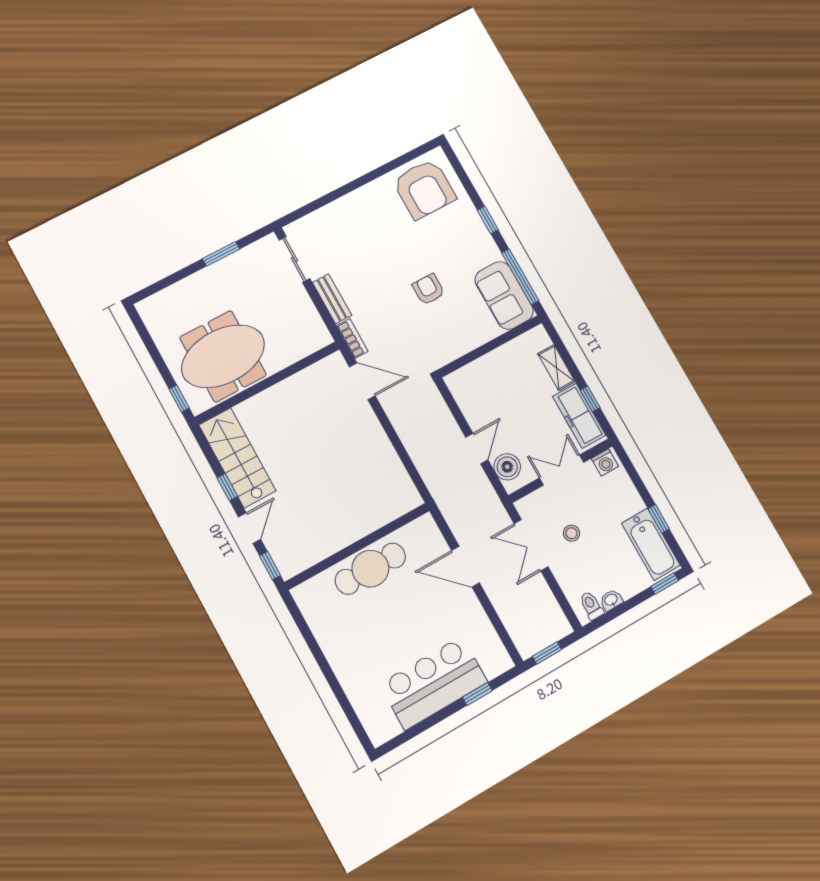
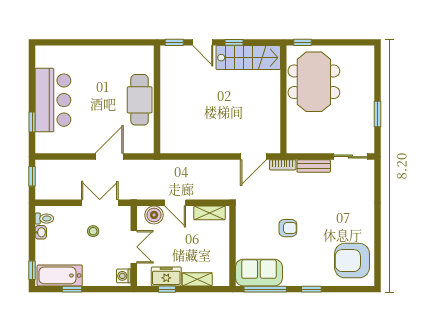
shelving: (465, 398) -> (210, 213), added
freezer: (579, 416) -> (166, 276), width x0.71

